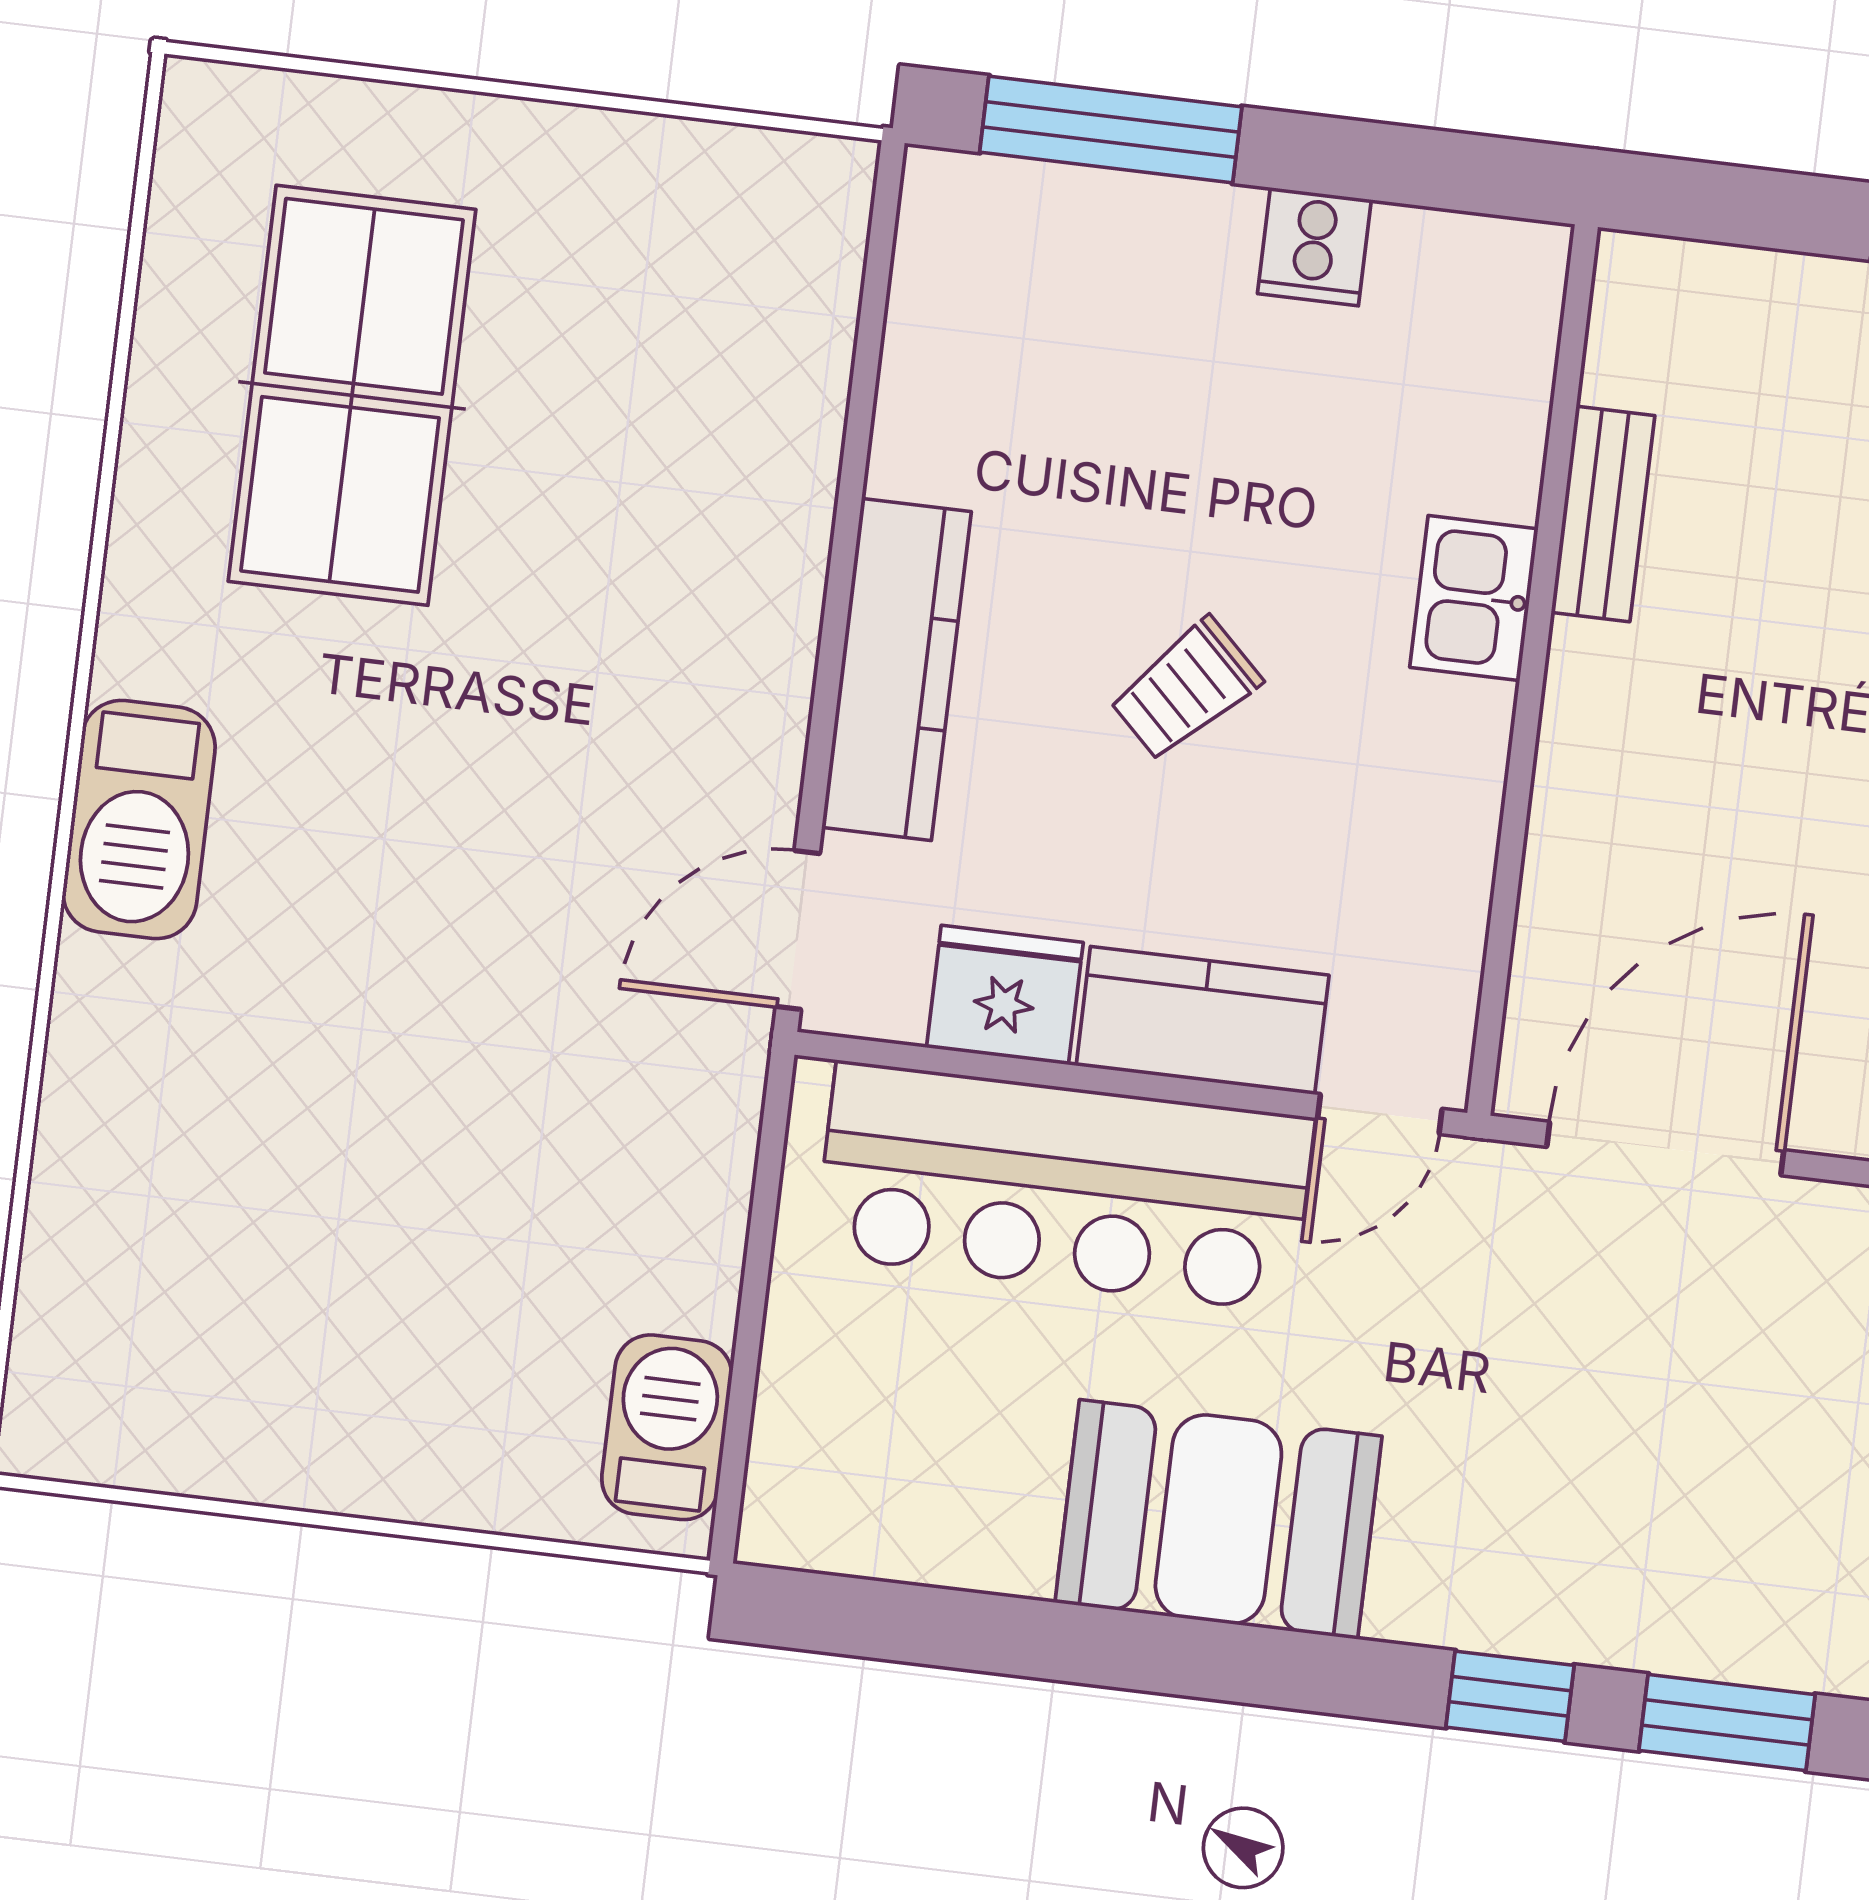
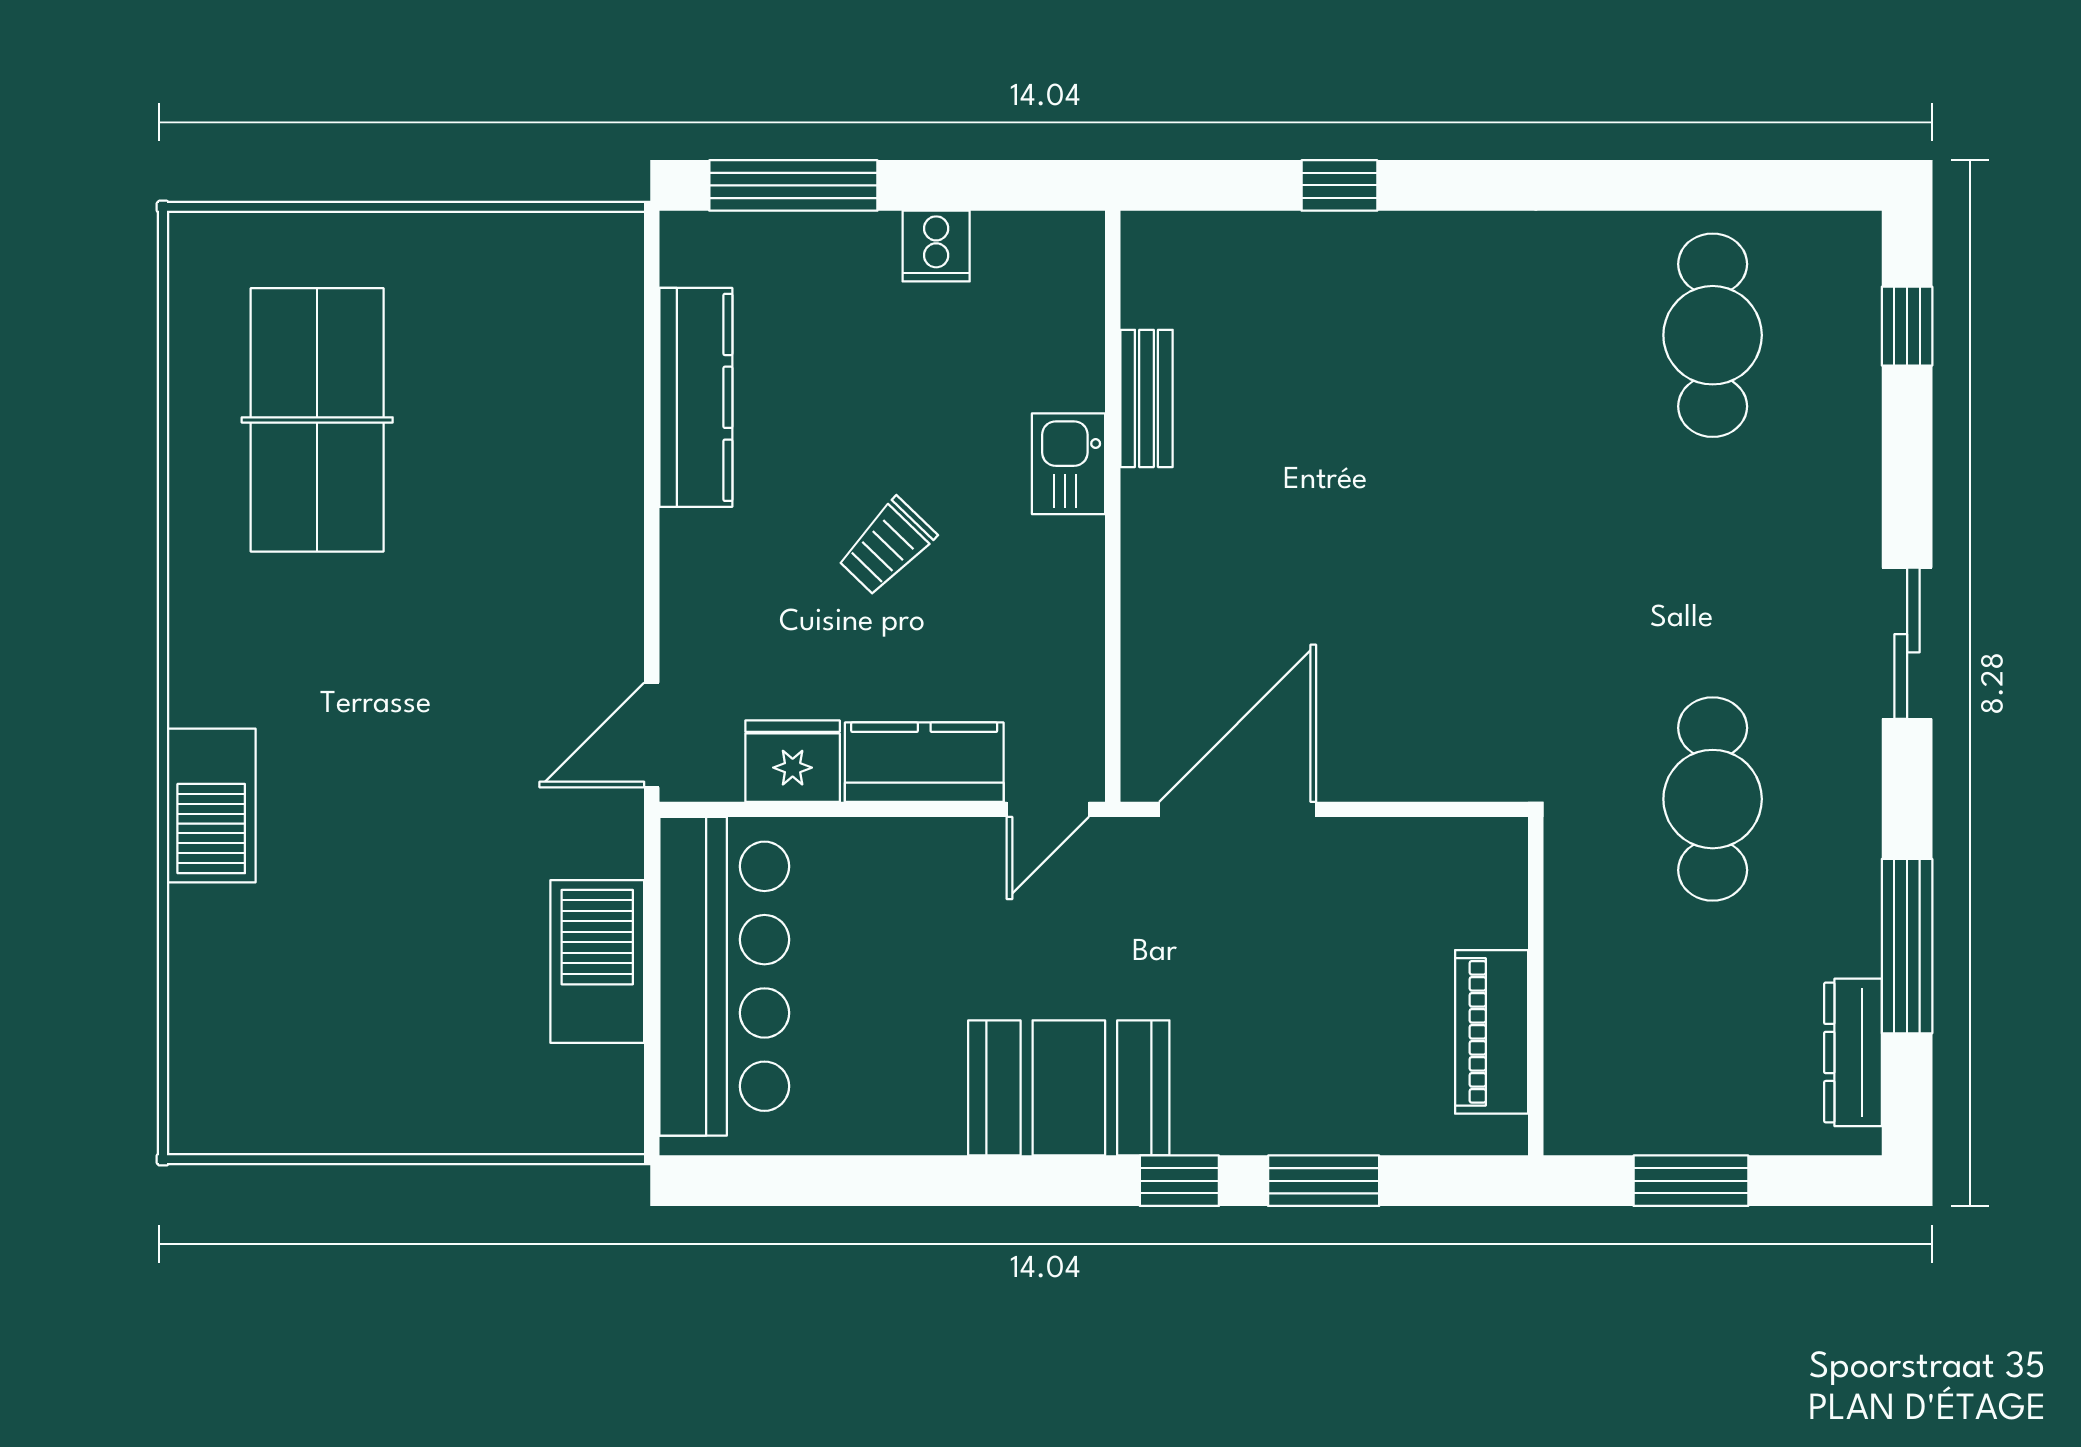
kitchen counter: (897, 669) -> (696, 397), moved
barbecue: (139, 820) -> (211, 805), moved
bar counter: (1064, 1186) -> (724, 976), moved, turned -90
barbecue: (667, 1427) -> (597, 962), moved, width x1.37, depth x1.21
booth: (1218, 1519) -> (1069, 1088), moved

